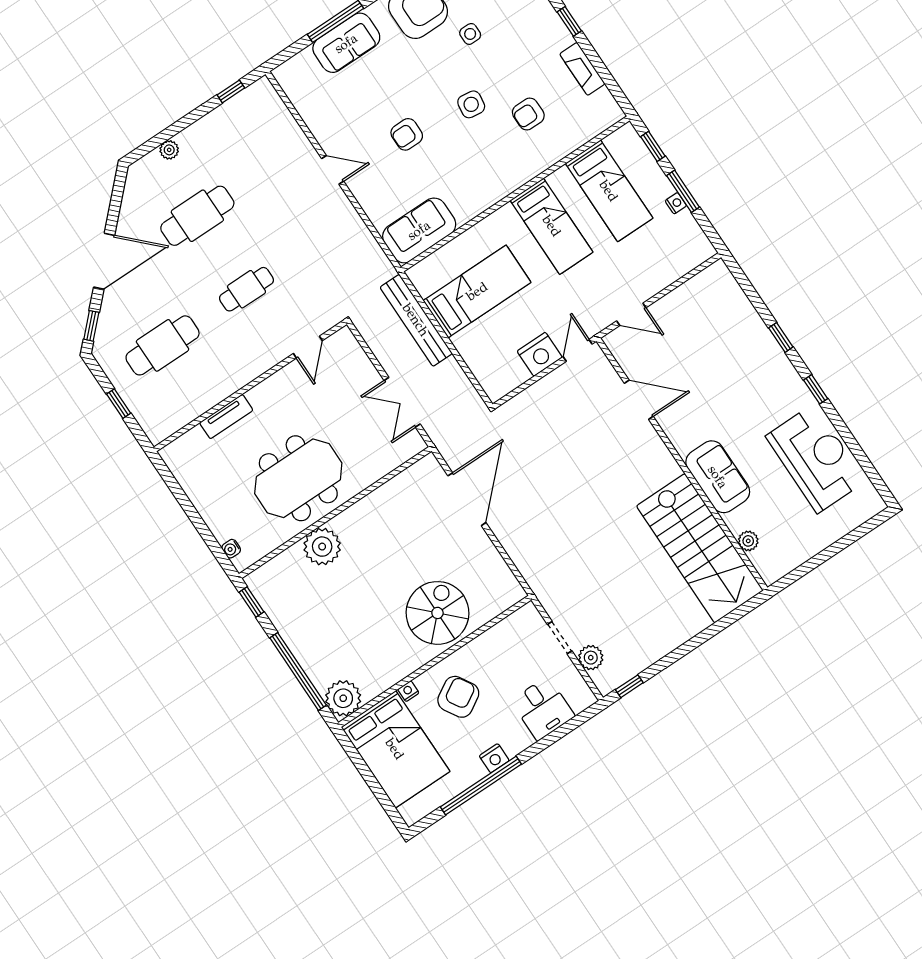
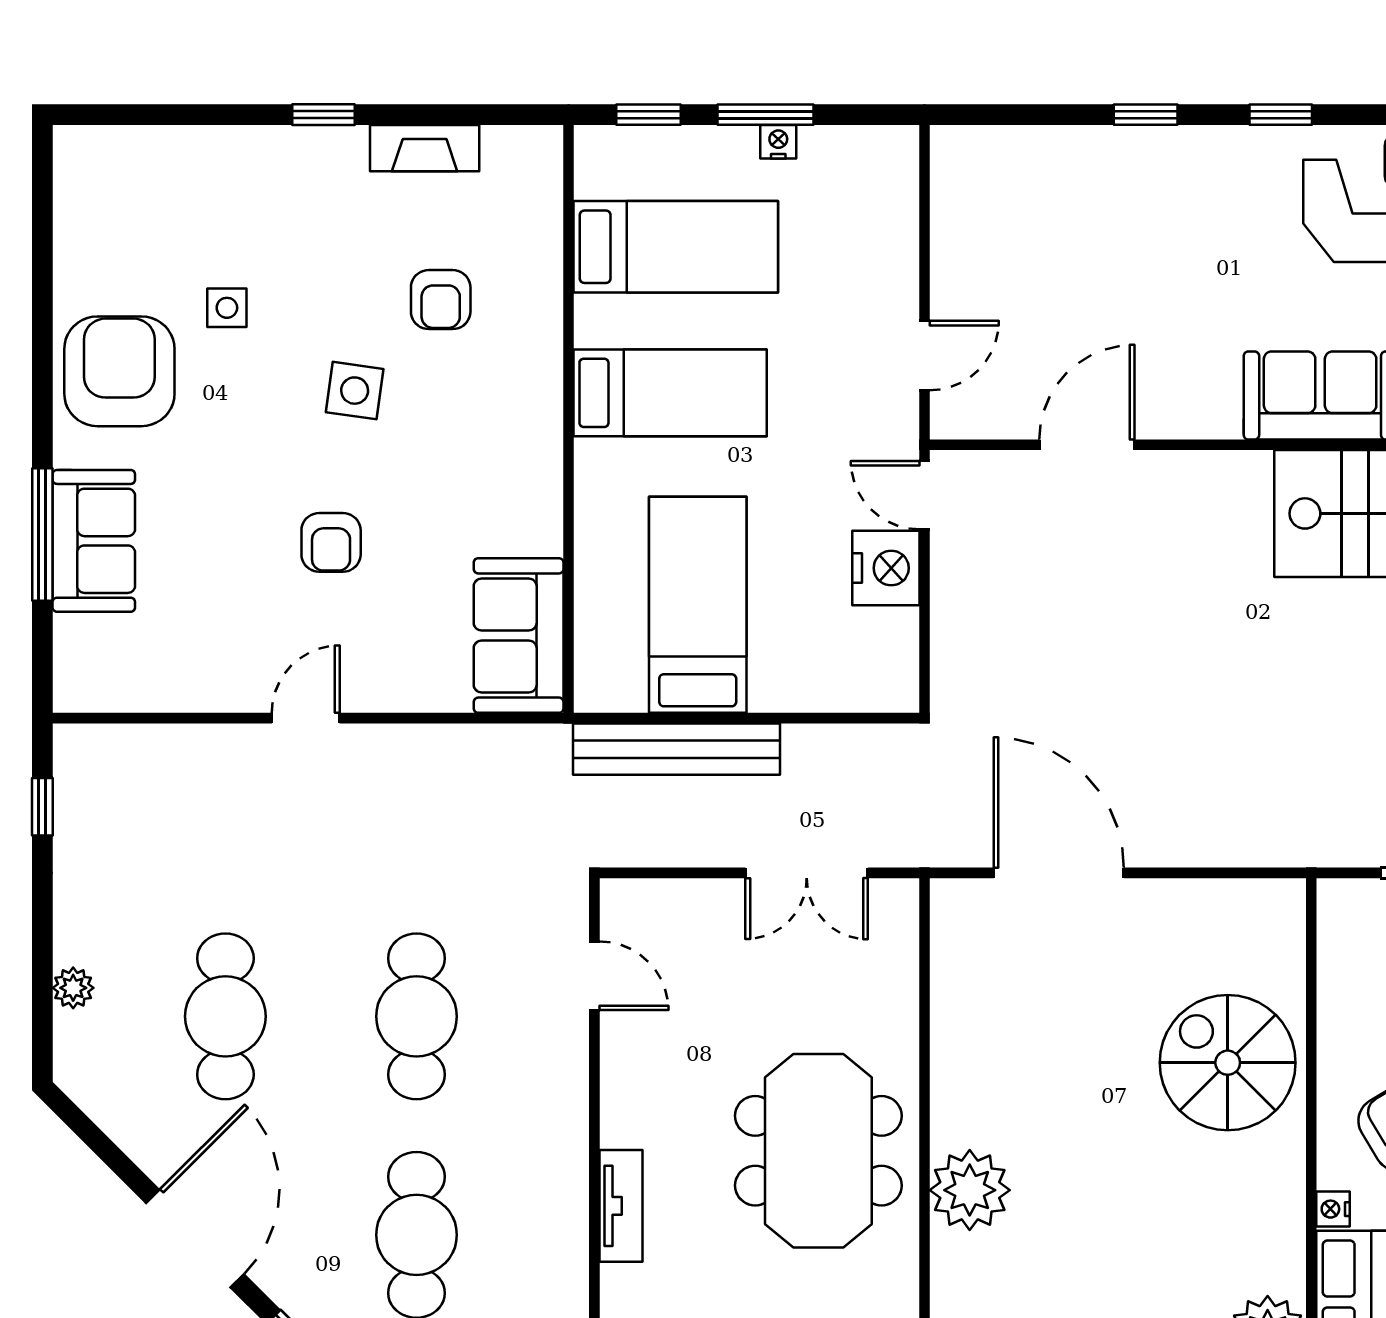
cafe table: (247, 289) -> (416, 1016), width x1.37, depth x1.35

